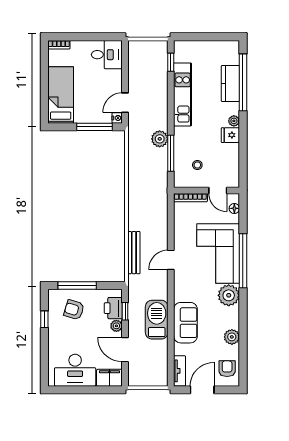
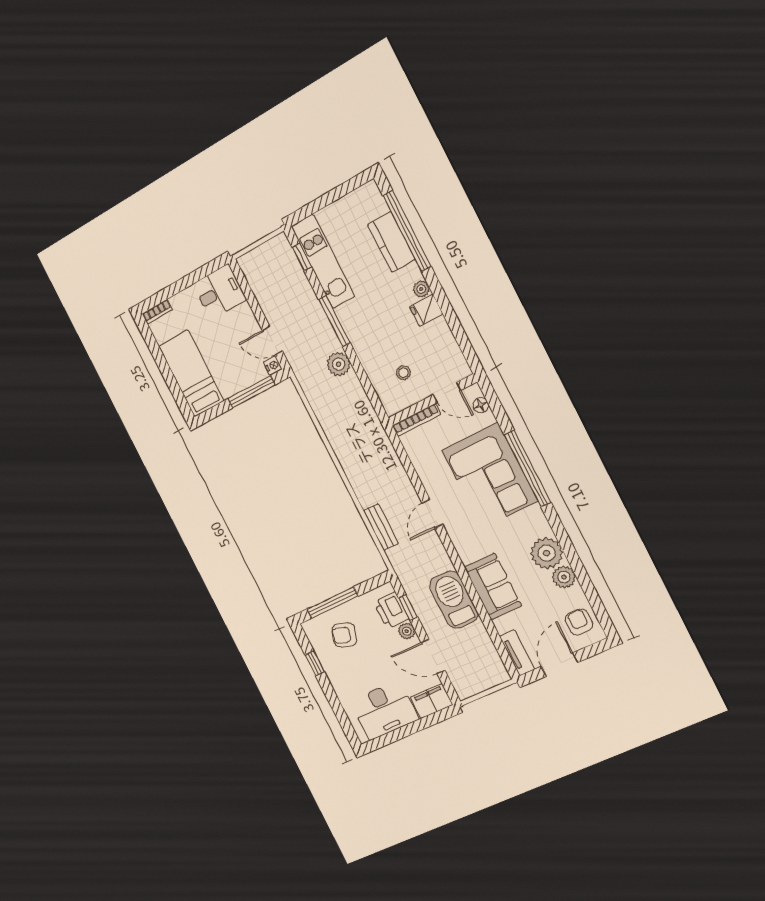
kitchen unit: (183, 94) -> (323, 261), moved
door: (125, 103) -> (272, 341), hinge flipped
window: (171, 153) -> (334, 321), moved
bench: (134, 253) -> (381, 527), width x0.73
plant: (229, 295) -> (547, 553), moved

